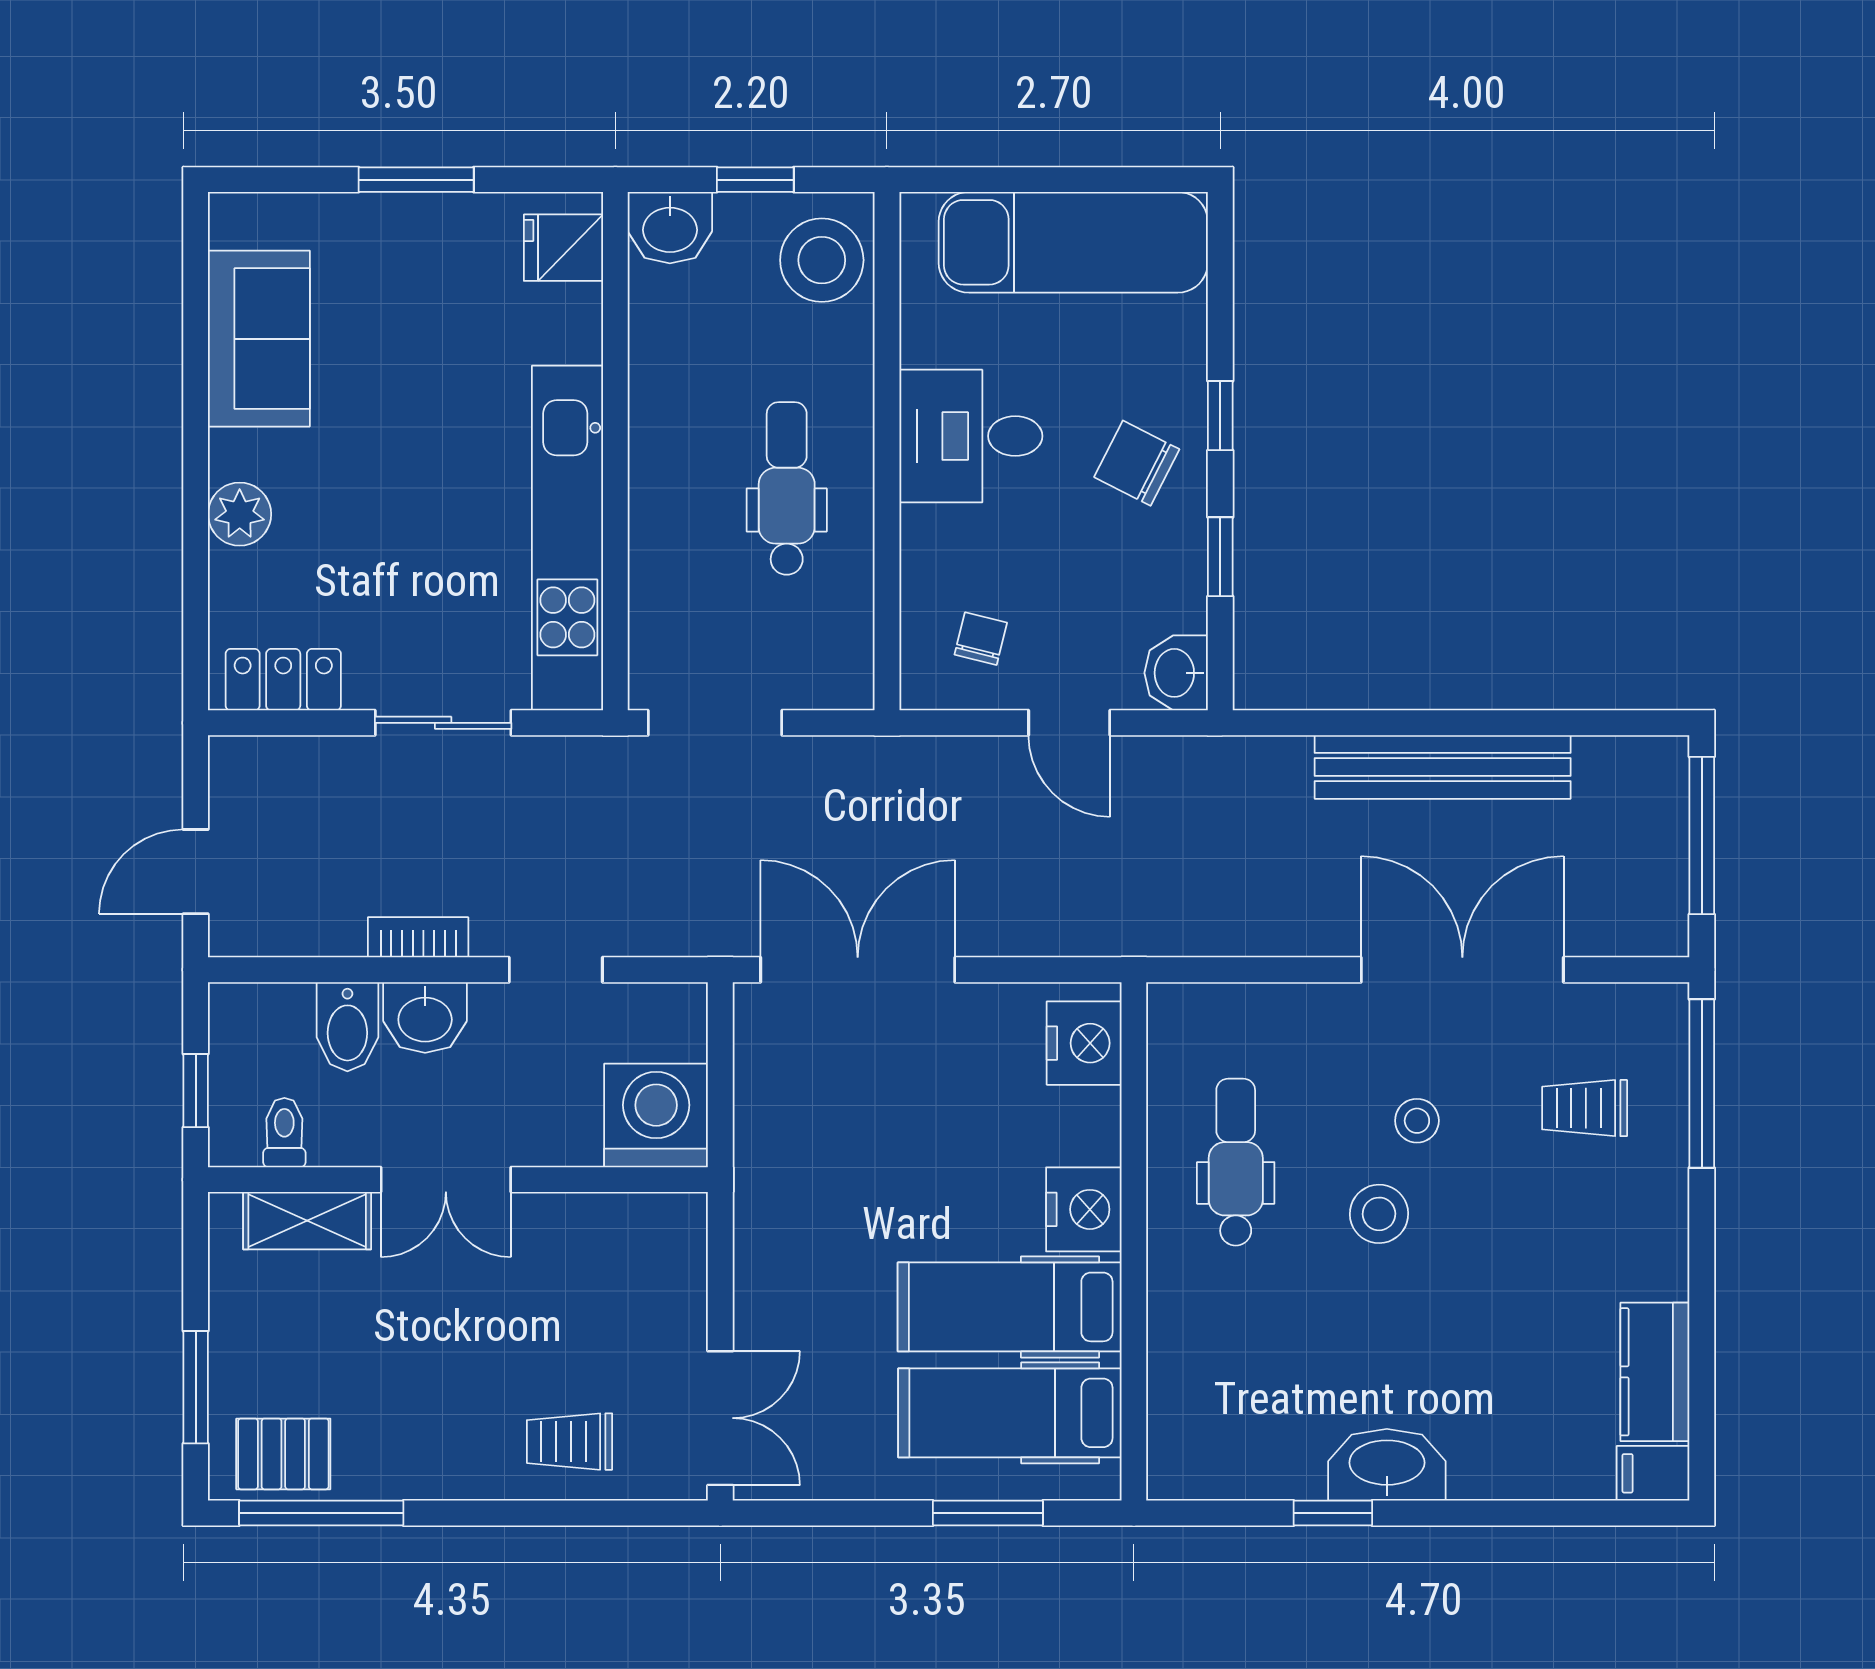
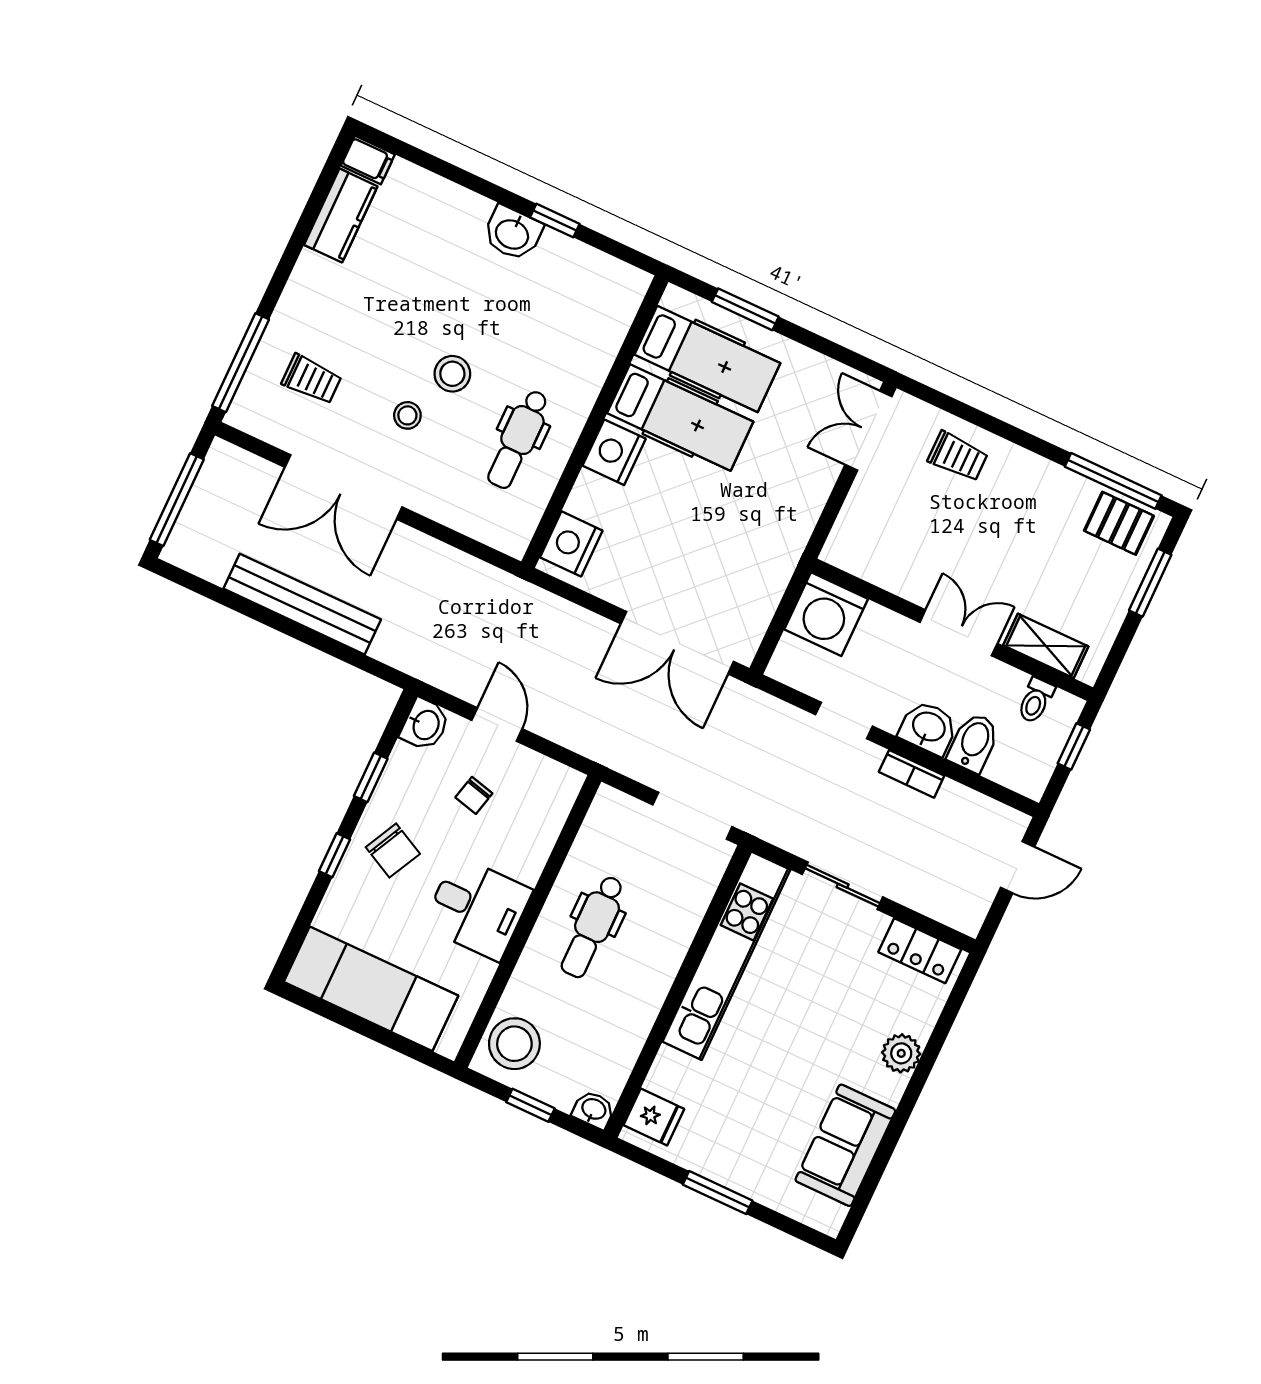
washbasin: (670, 228) -> (593, 1110), width x0.72, depth x0.69
chair: (981, 639) -> (474, 795), moved
washbasin: (1387, 1465) -> (513, 233), width x0.72

